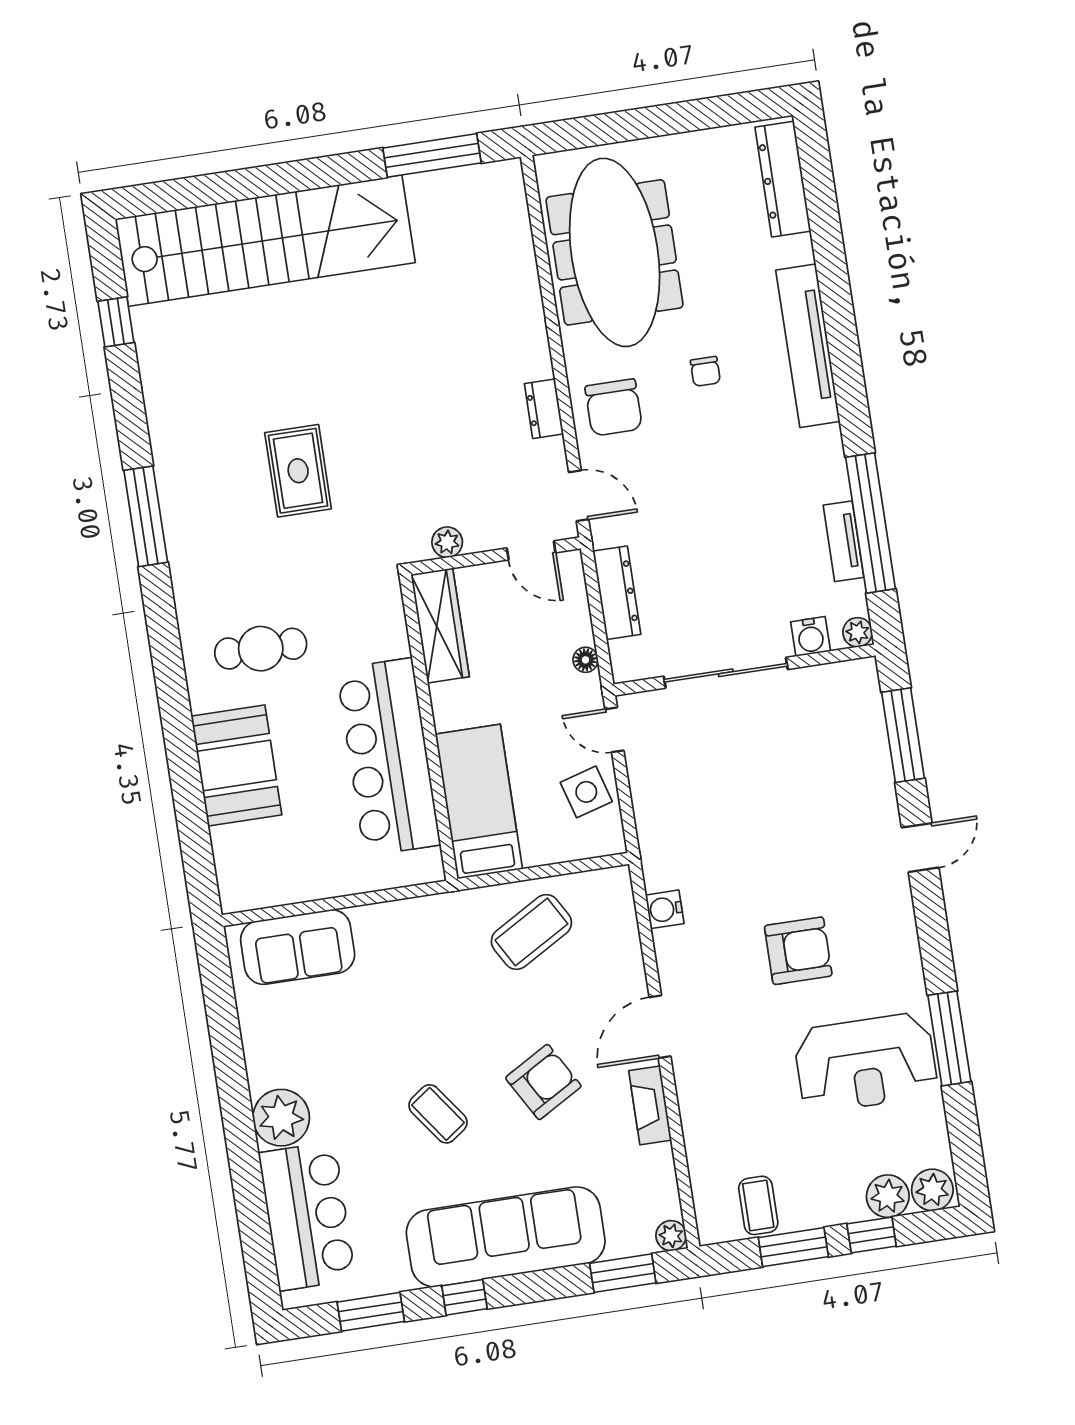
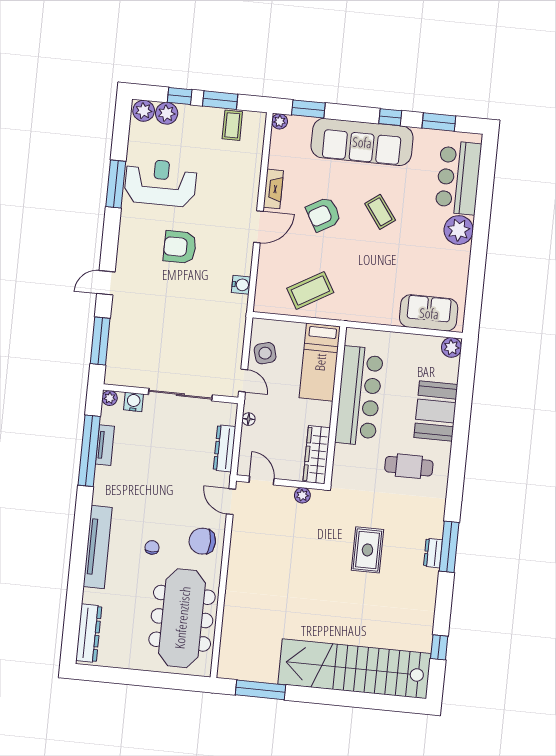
chair: (614, 407) -> (202, 541), turned -90
dresser: (544, 409) -> (433, 553), moved, turned 180
plant: (238, 893) -> (452, 347), added

